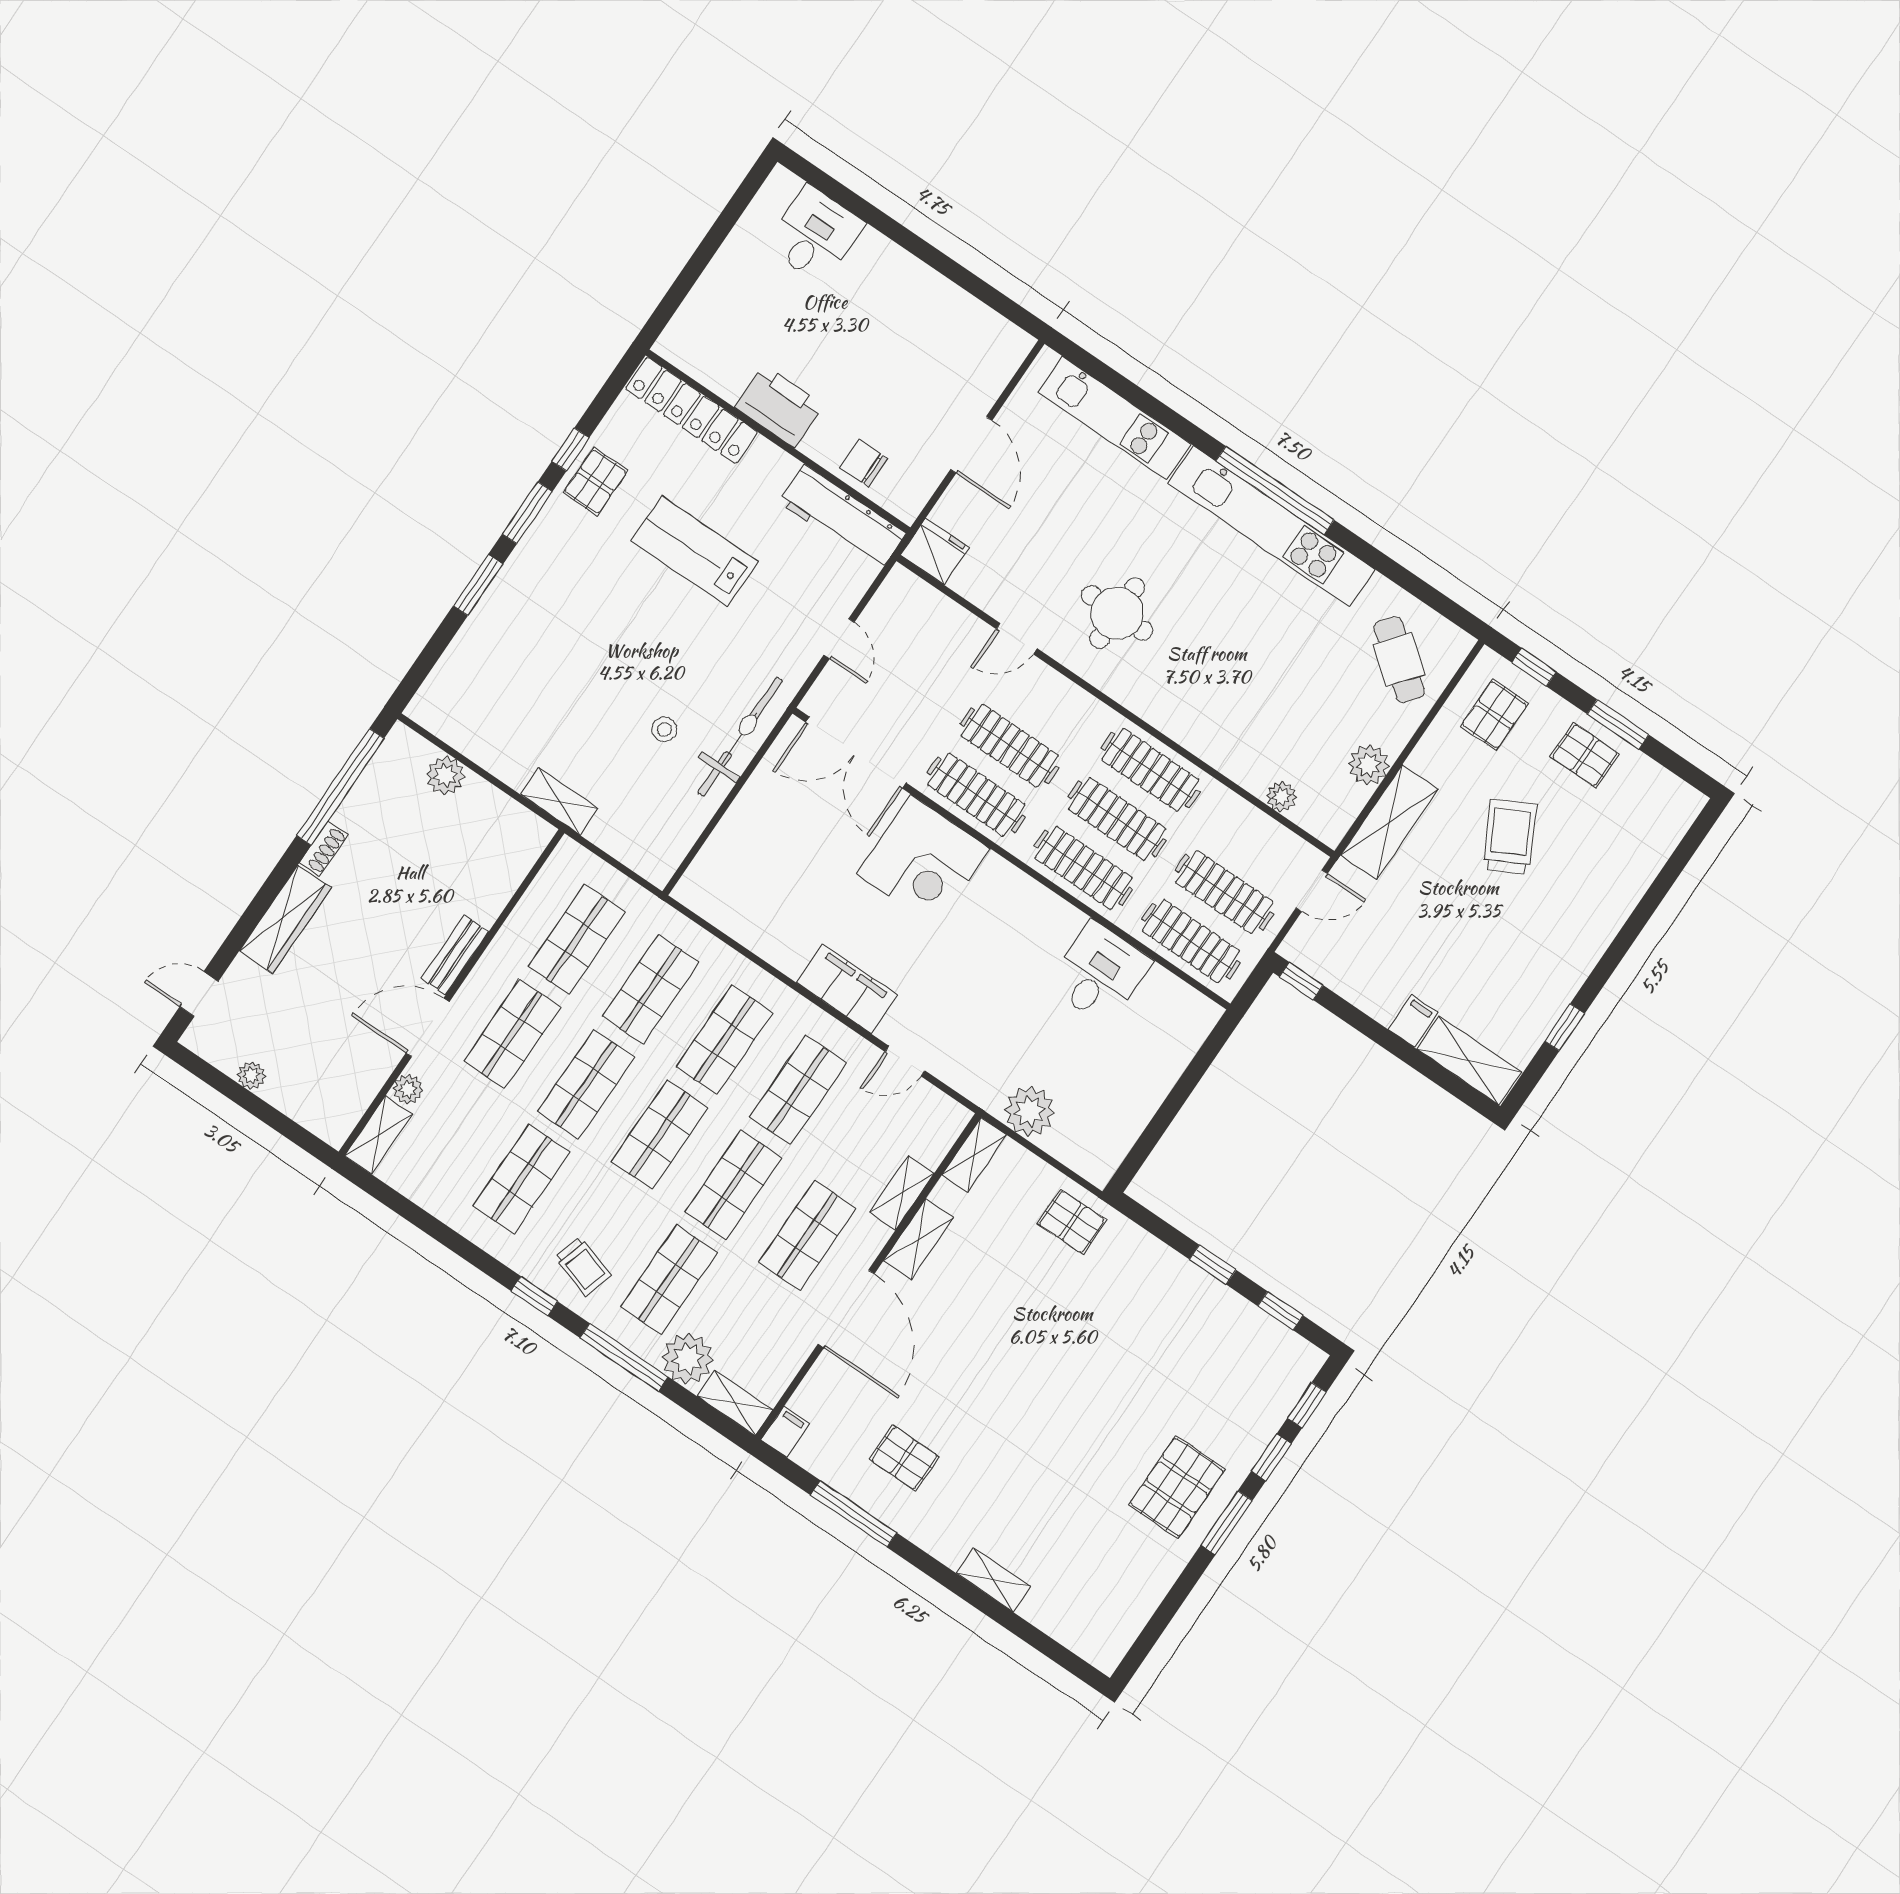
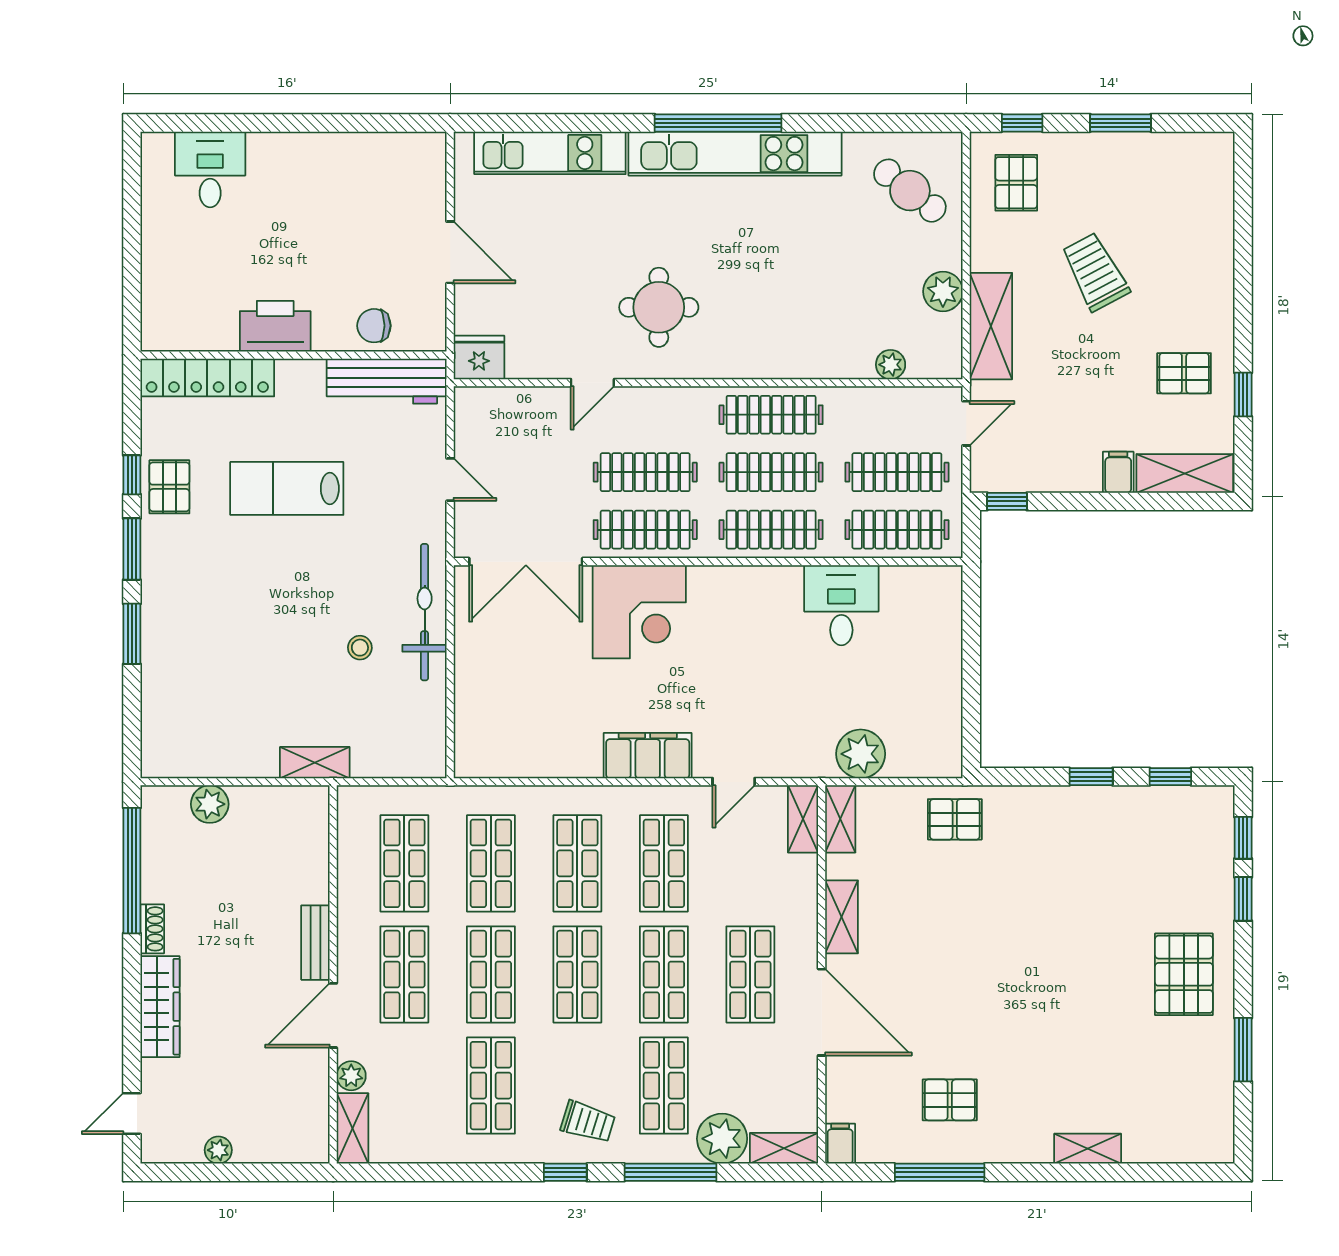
pallet: (1585, 755) -> (1184, 373), moved
shelving: (902, 1193) -> (803, 819), moved
window: (1227, 1523) -> (1243, 1050), moved

